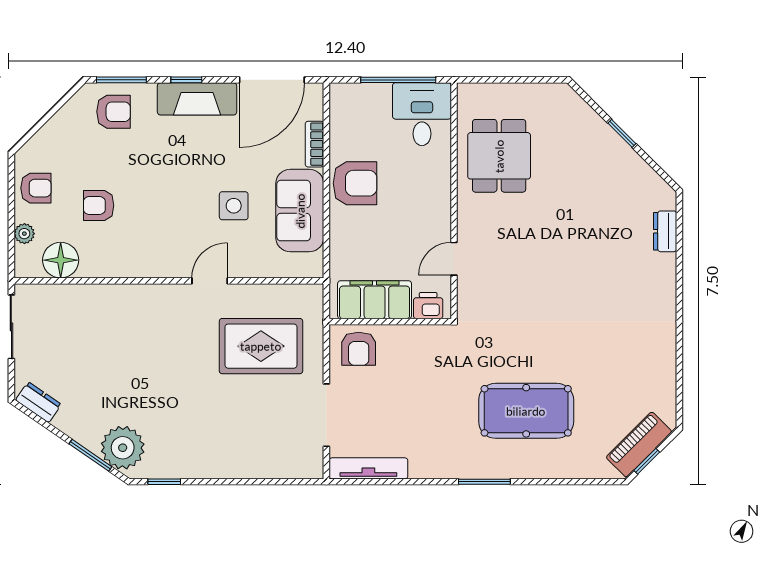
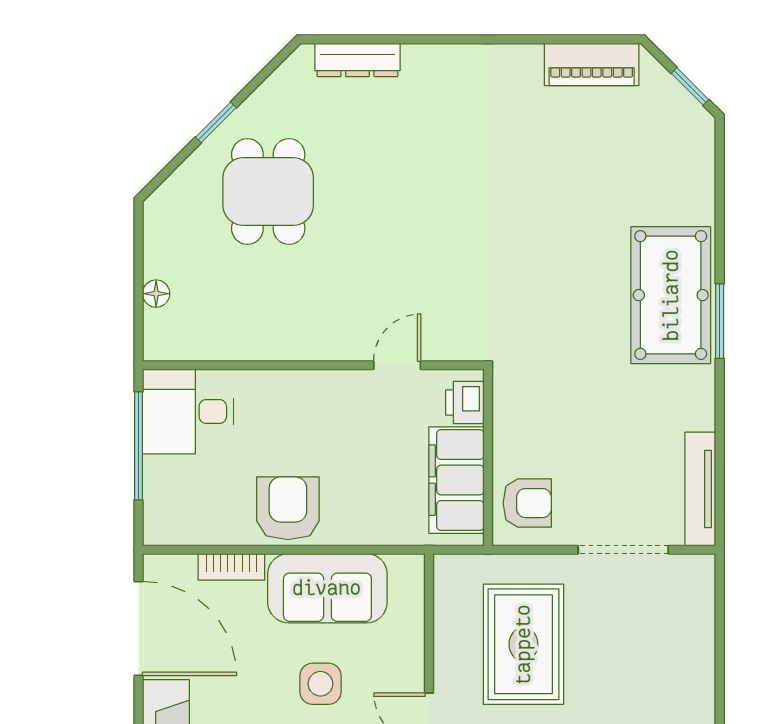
floor lamp: (504, 92) -> (156, 294), added
dining table: (499, 156) -> (268, 191), moved, turned 90
dresser: (665, 231) -> (357, 60), width x1.44
door: (454, 259) -> (397, 365), swing flipped
pool table: (526, 411) -> (671, 295), moved
piano: (639, 444) -> (592, 64), moved, turned -45

